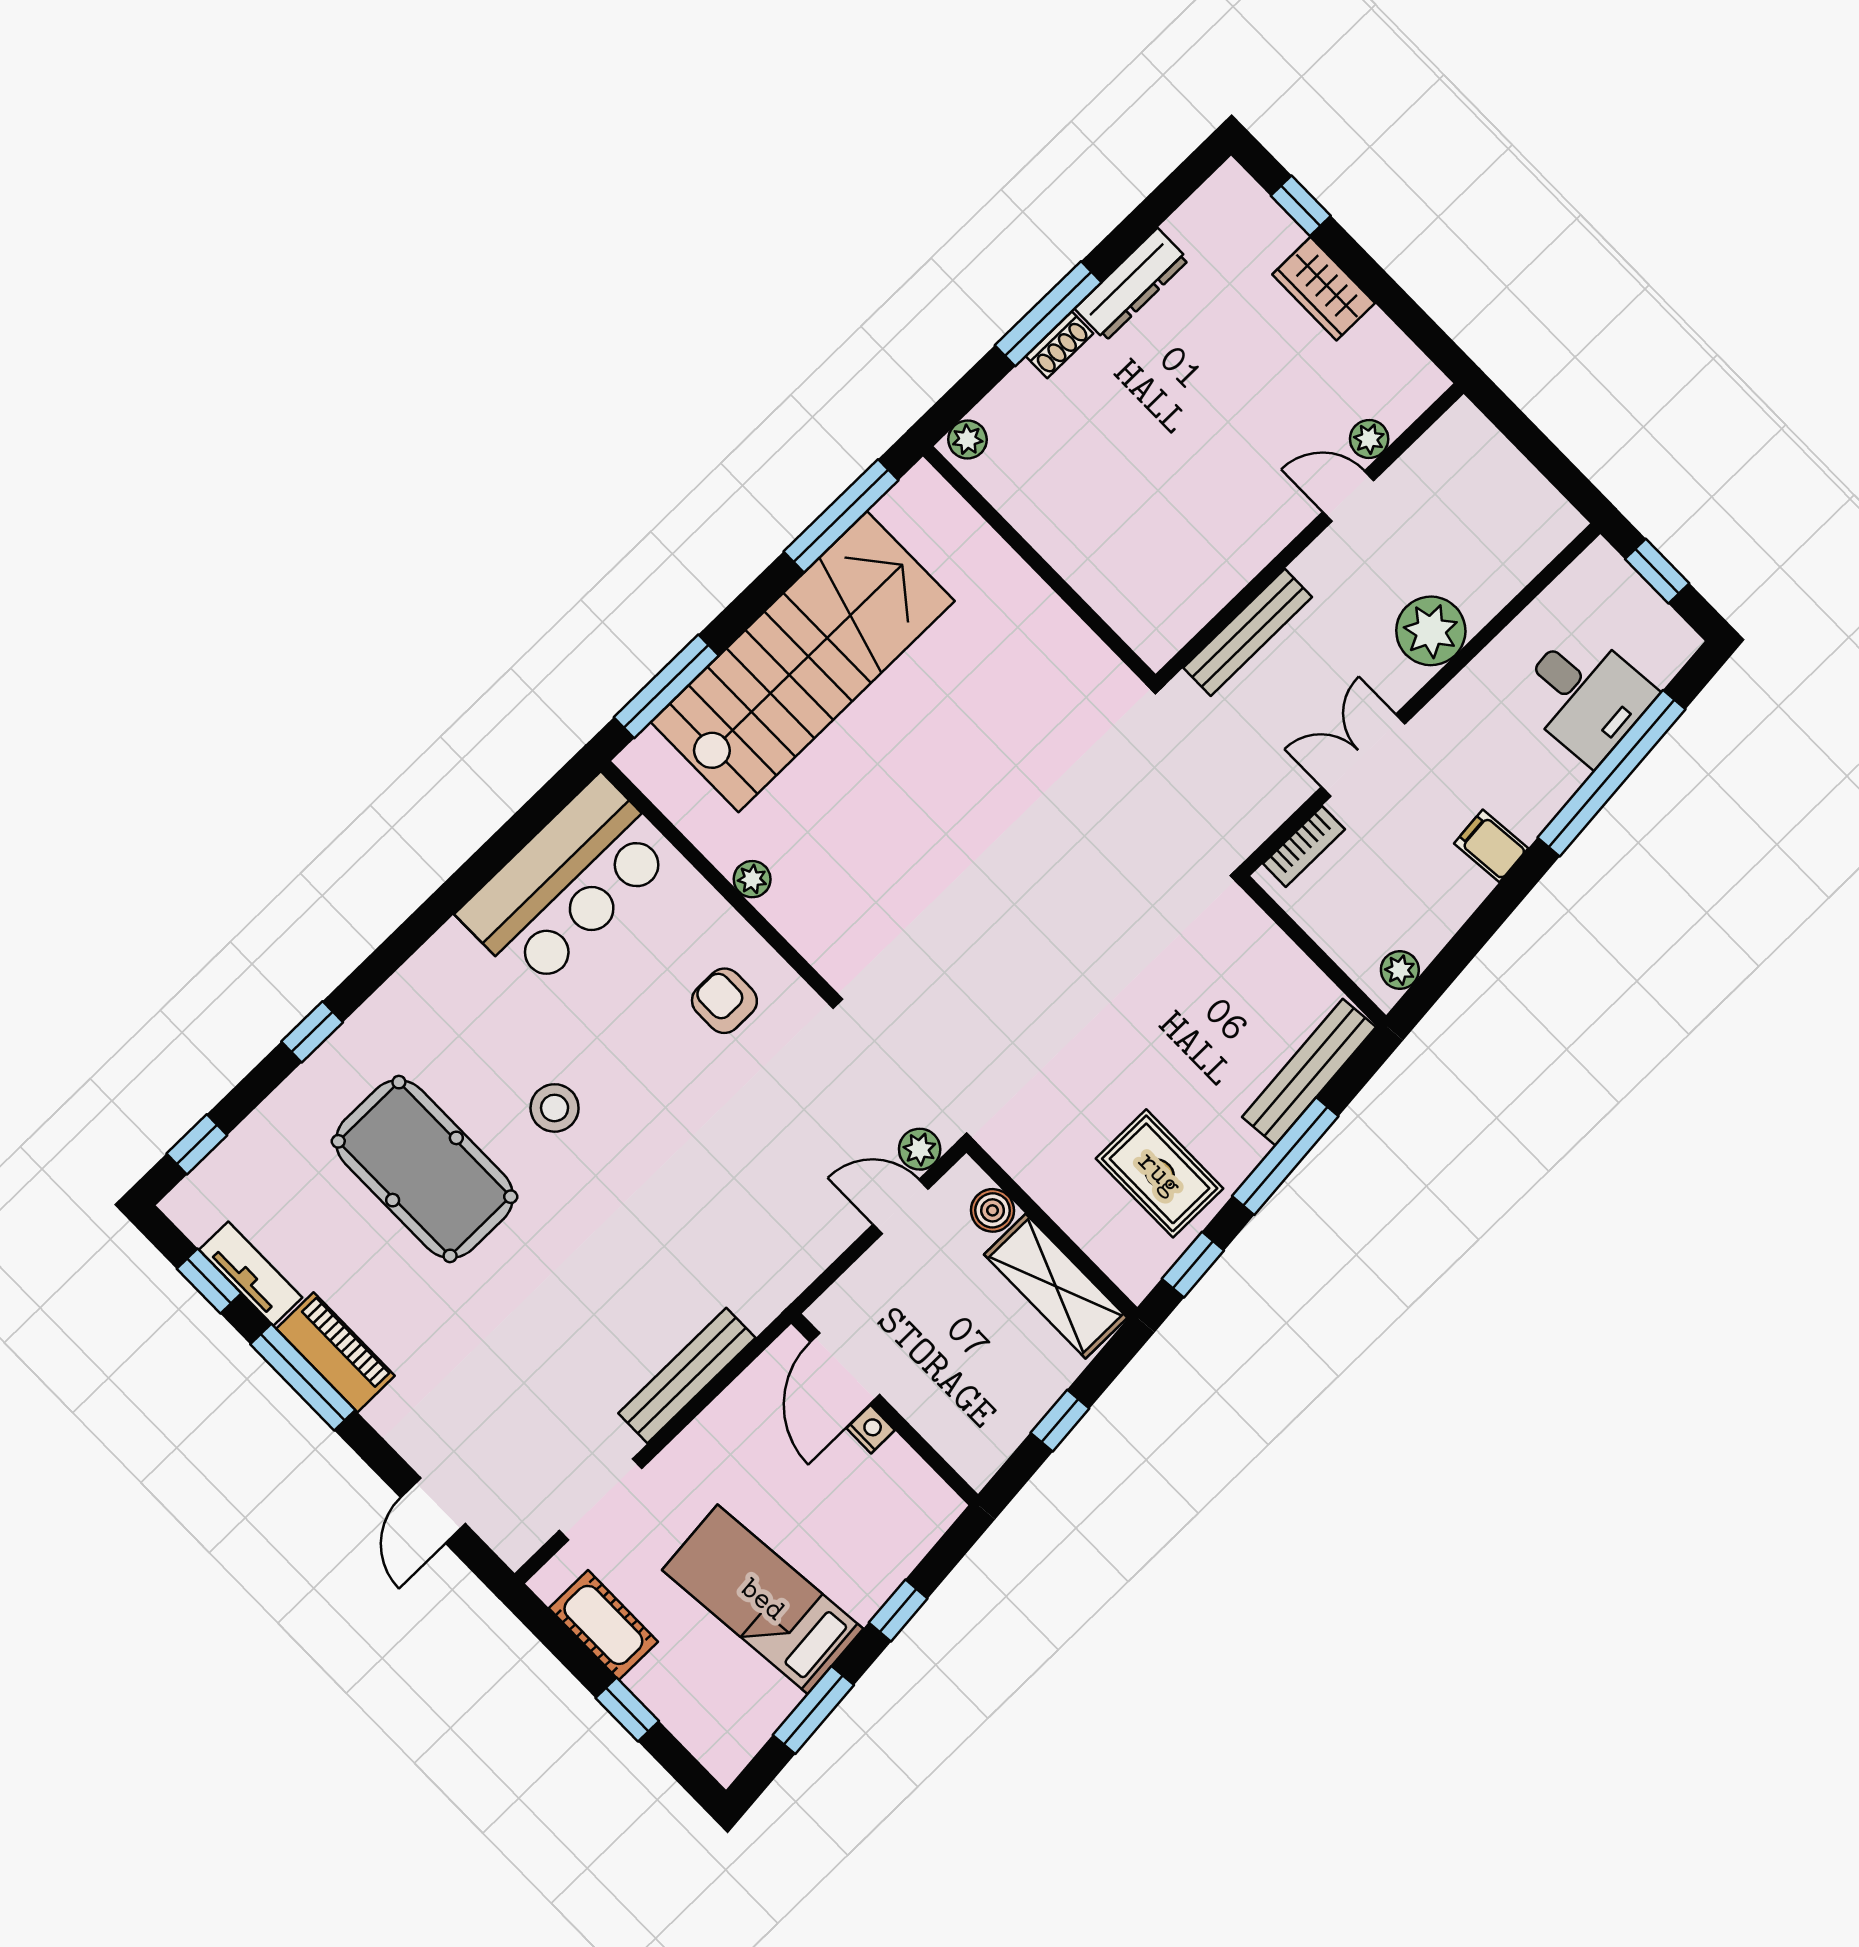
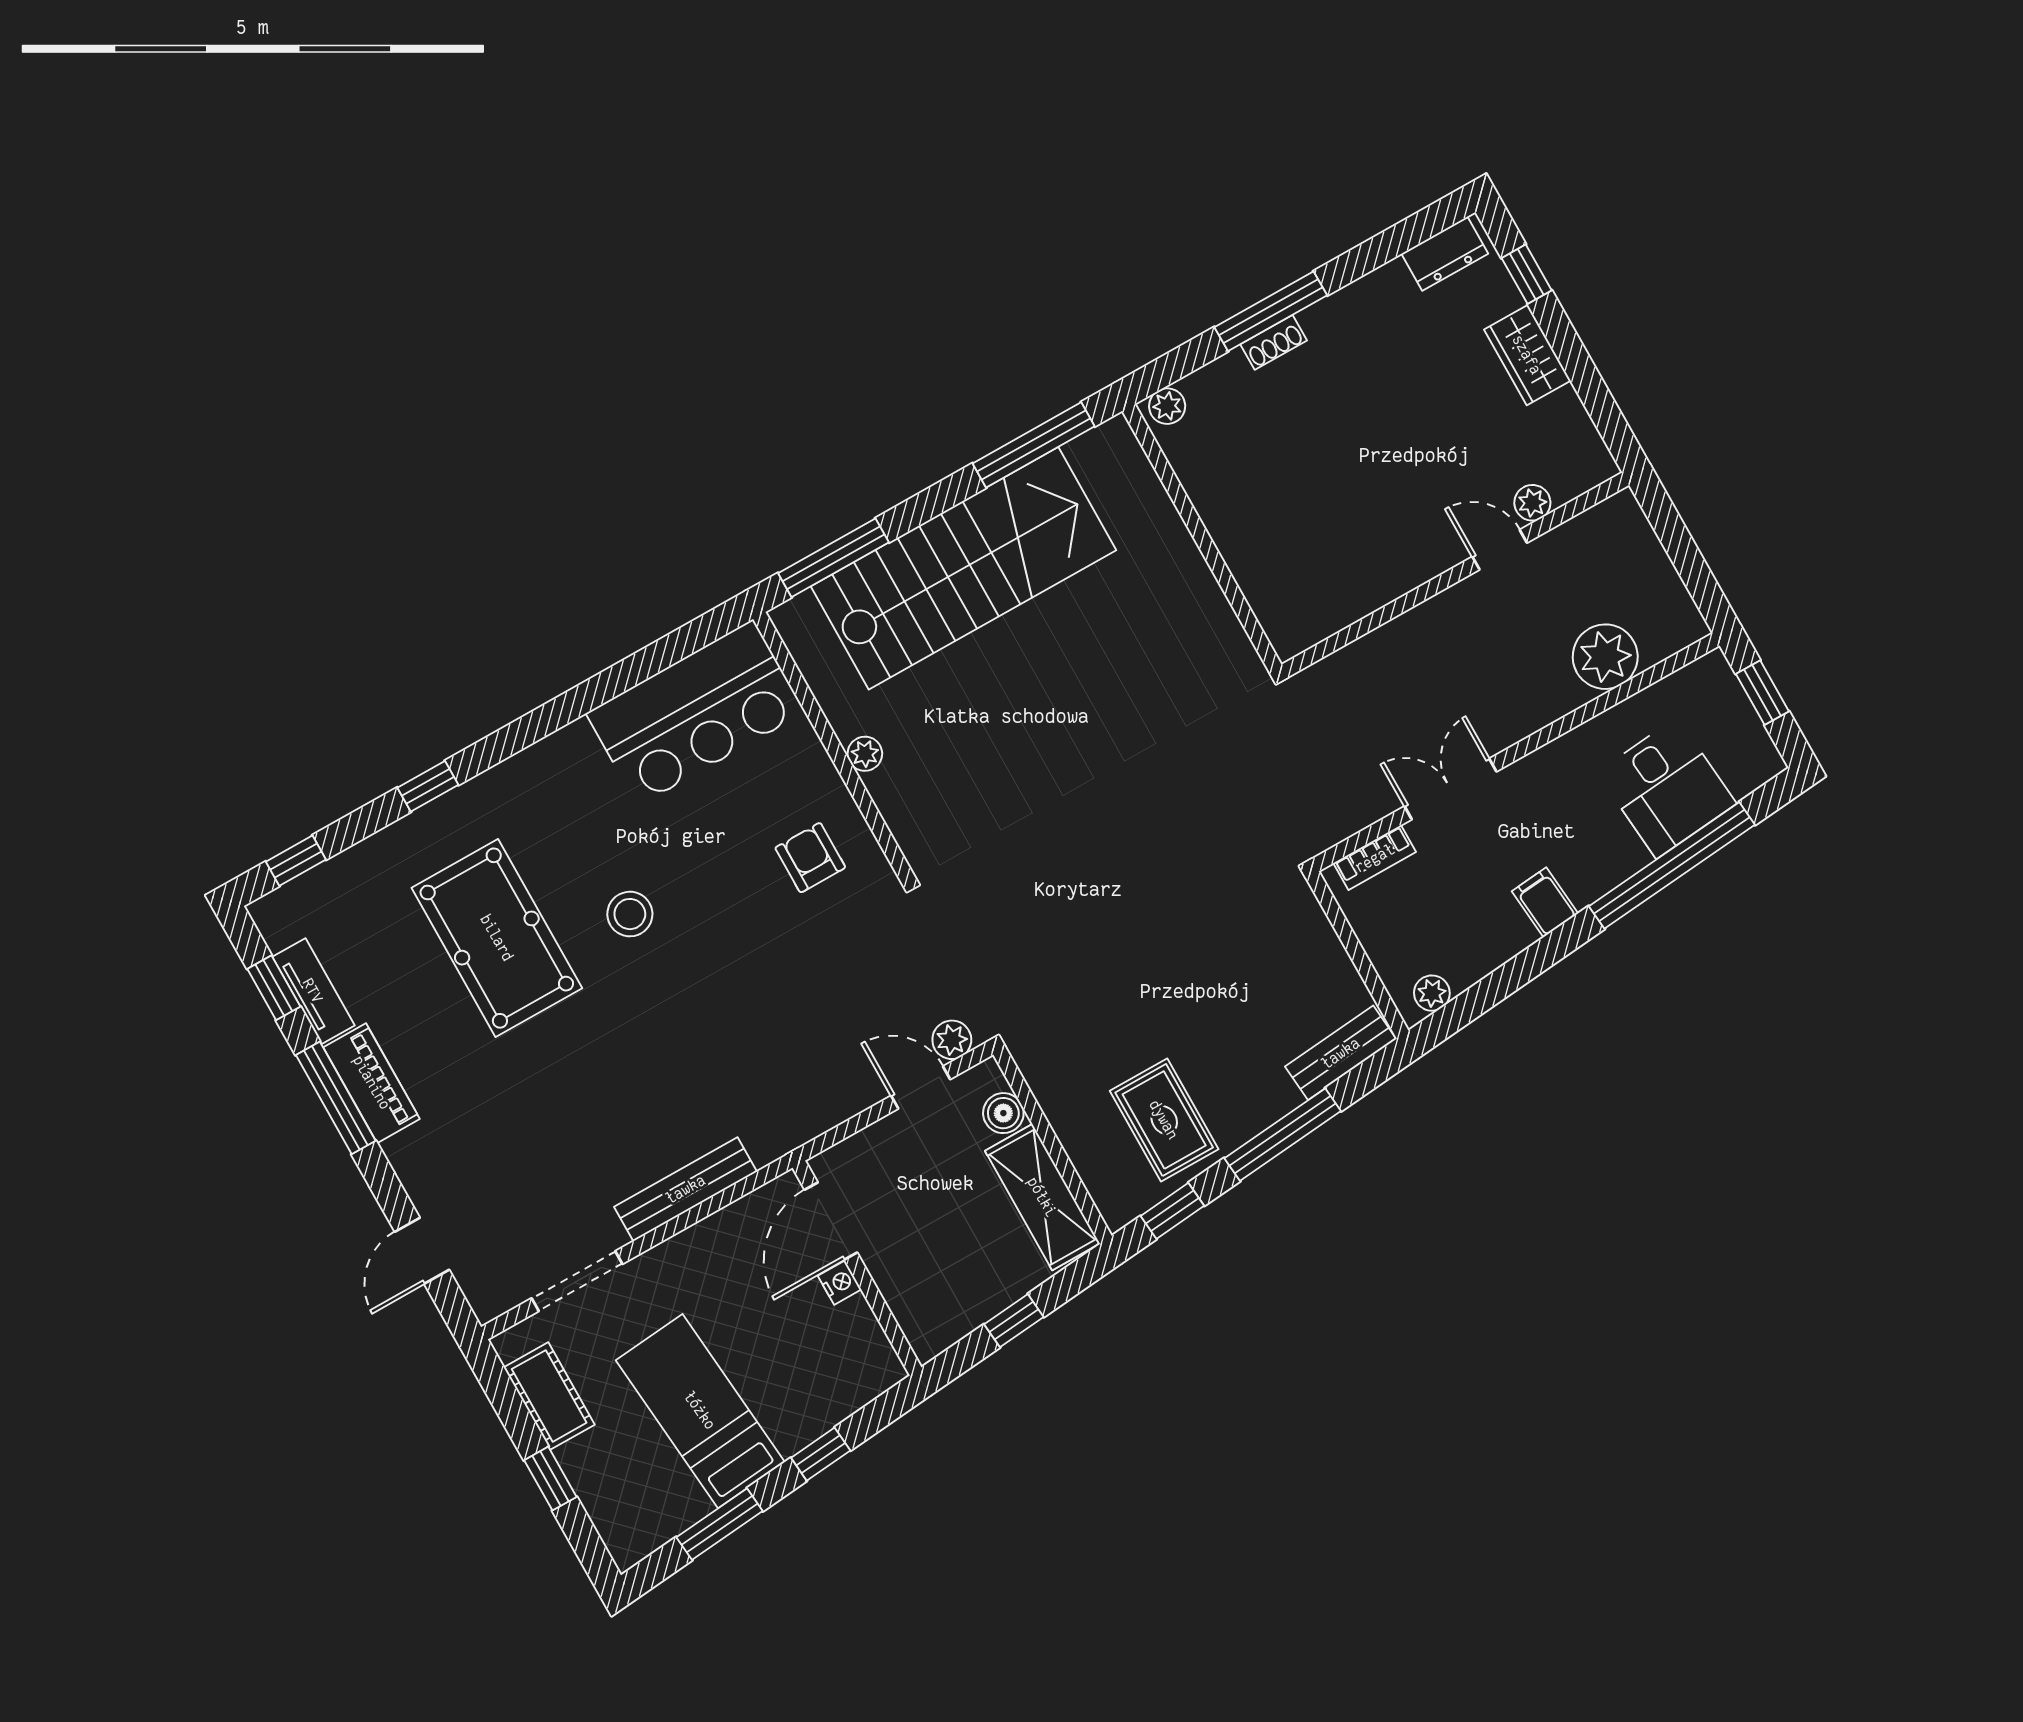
dresser: (1132, 284) -> (1445, 254), moved, width x0.70
plant: (1431, 631) -> (1605, 657), moved
bench: (1248, 632) -> (1375, 649), removed
bench: (1309, 1072) -> (1341, 1053), width x0.73

